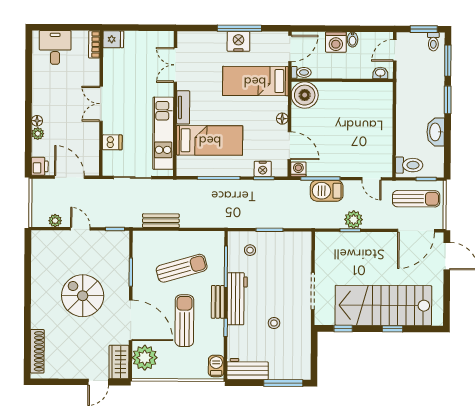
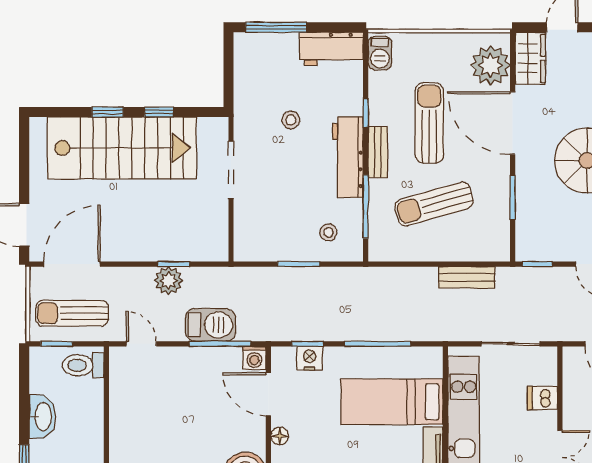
sun lounger: (184, 321) -> (429, 123), turned 180
window: (343, 329) -> (159, 112), moved

